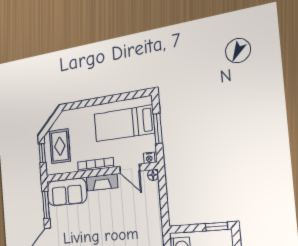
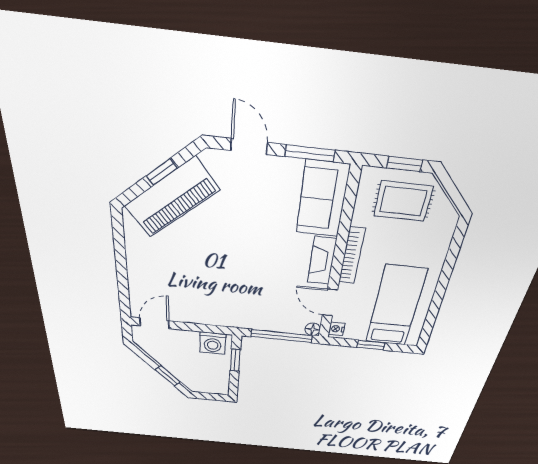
window: (158, 129) -> (371, 345), width x0.67
door: (130, 169) -> (330, 303), hinge flipped
window: (163, 196) -> (282, 336), added
window: (216, 227) -> (235, 360), moved

